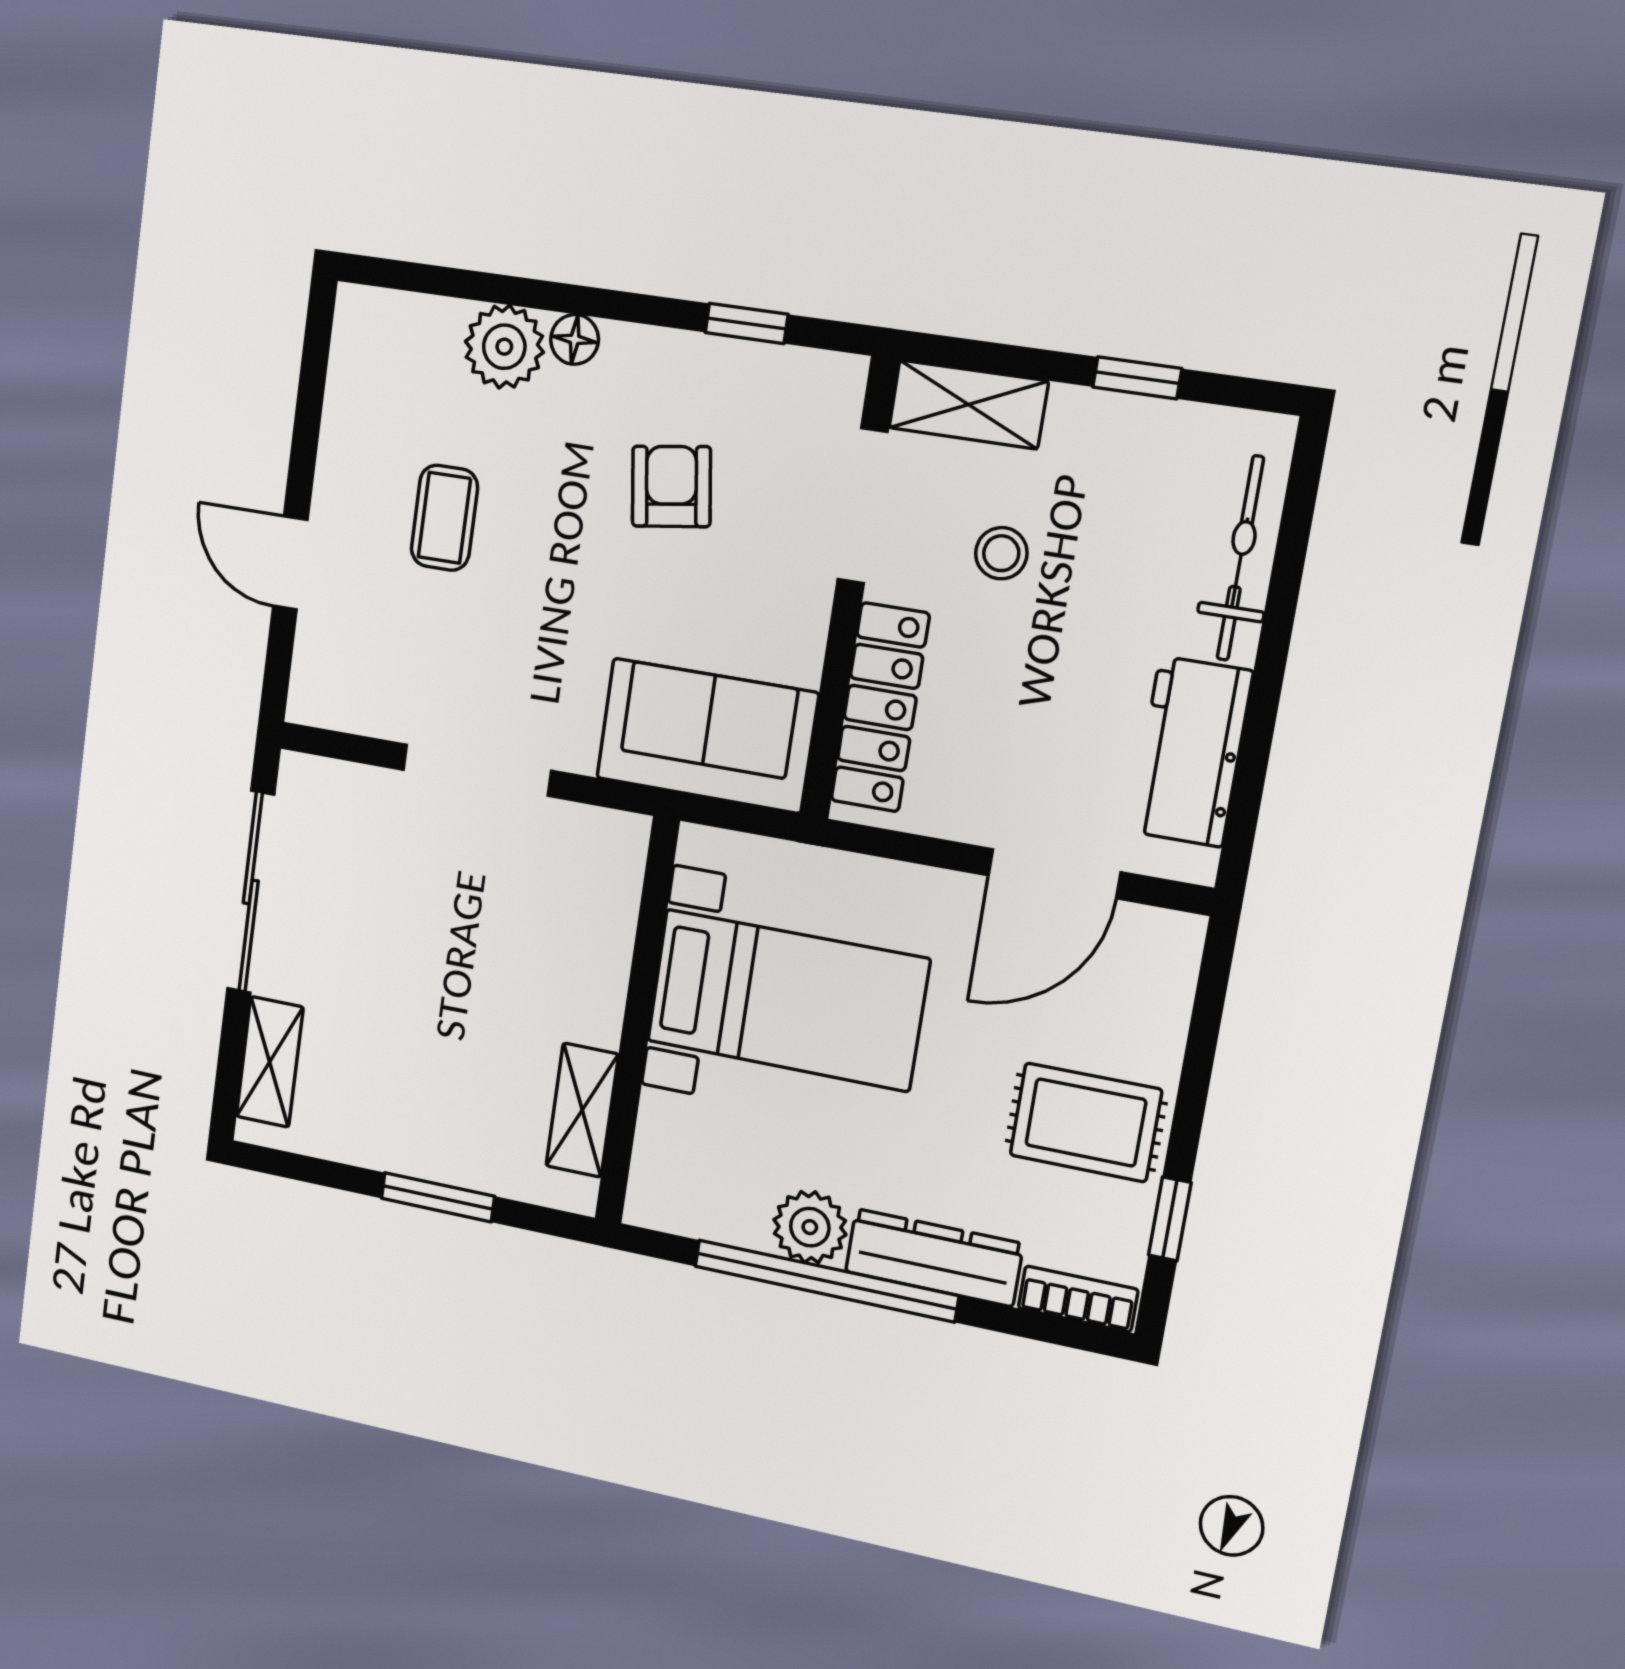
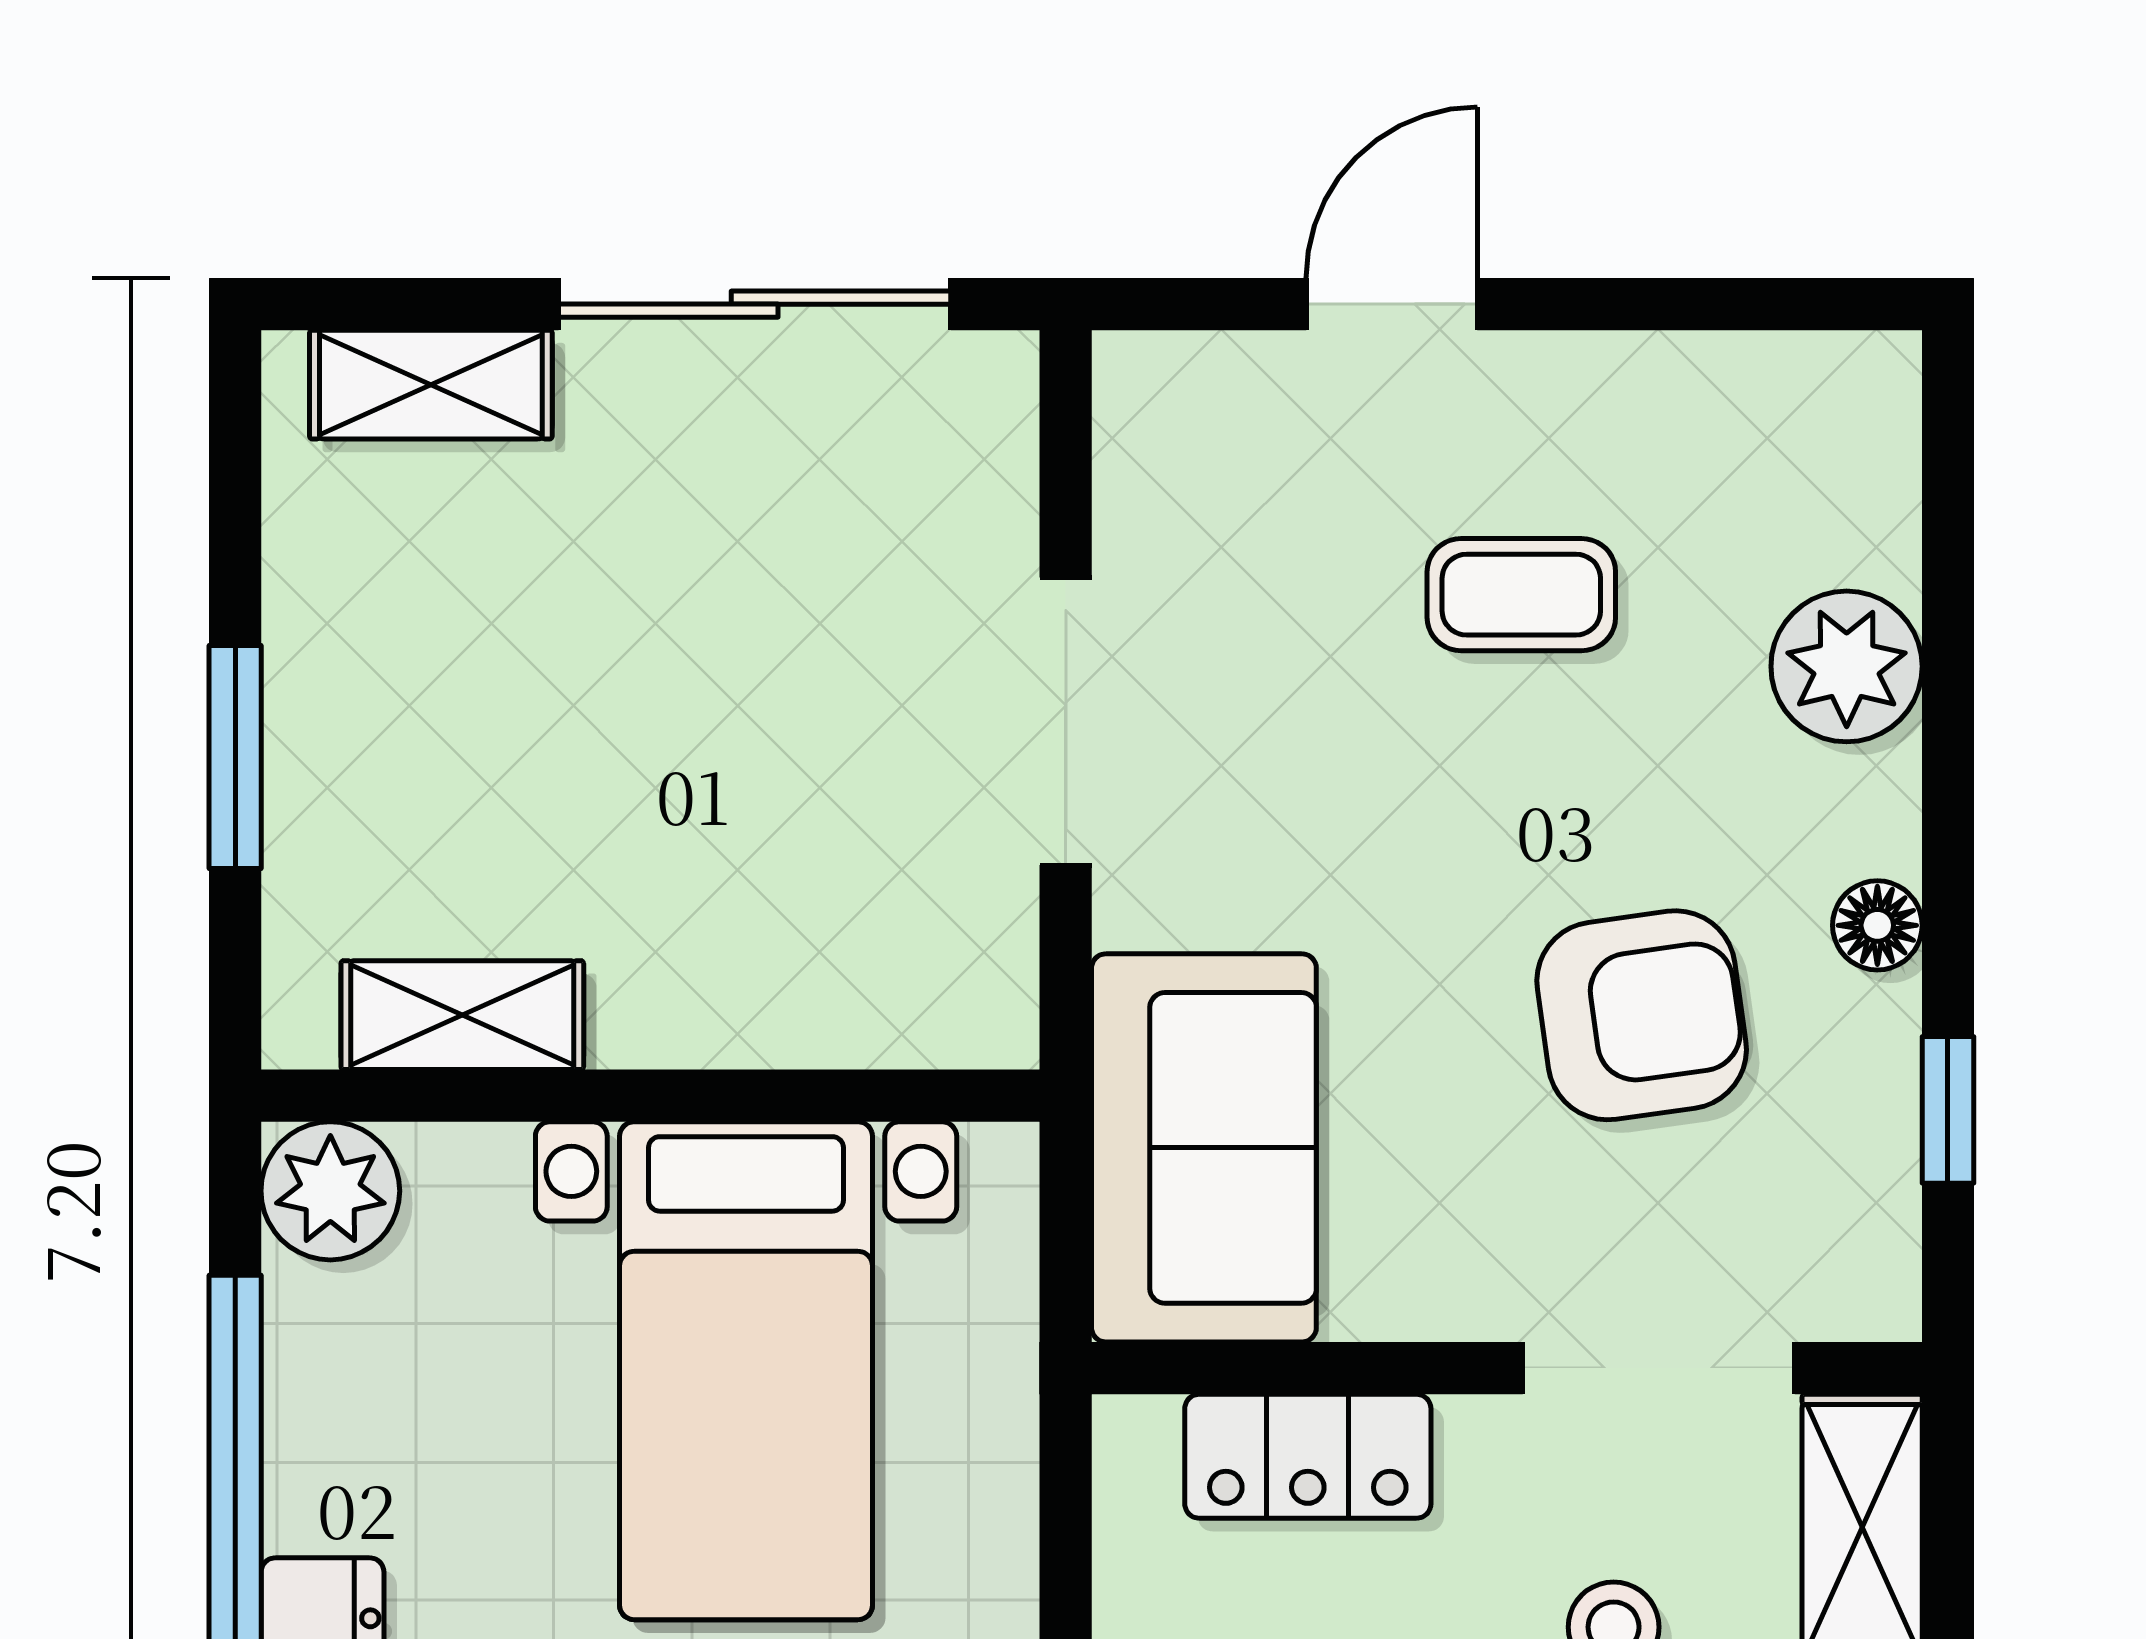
floor lamp: (575, 339) -> (1877, 925), moved
armchair: (671, 486) -> (1642, 1015), width x1.38, depth x1.38
locker: (880, 707) -> (1308, 1456), width x0.66
plant: (810, 1227) -> (330, 1191), moved

